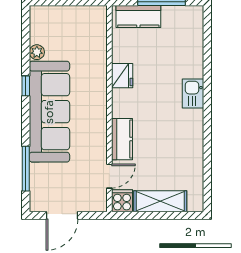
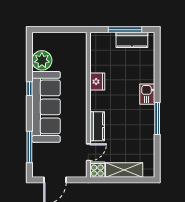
kitchen counter: (138, 16) -> (132, 40), moved
plant: (37, 52) -> (42, 60), width x1.87, depth x1.87
window: (207, 128) -> (157, 119), added

